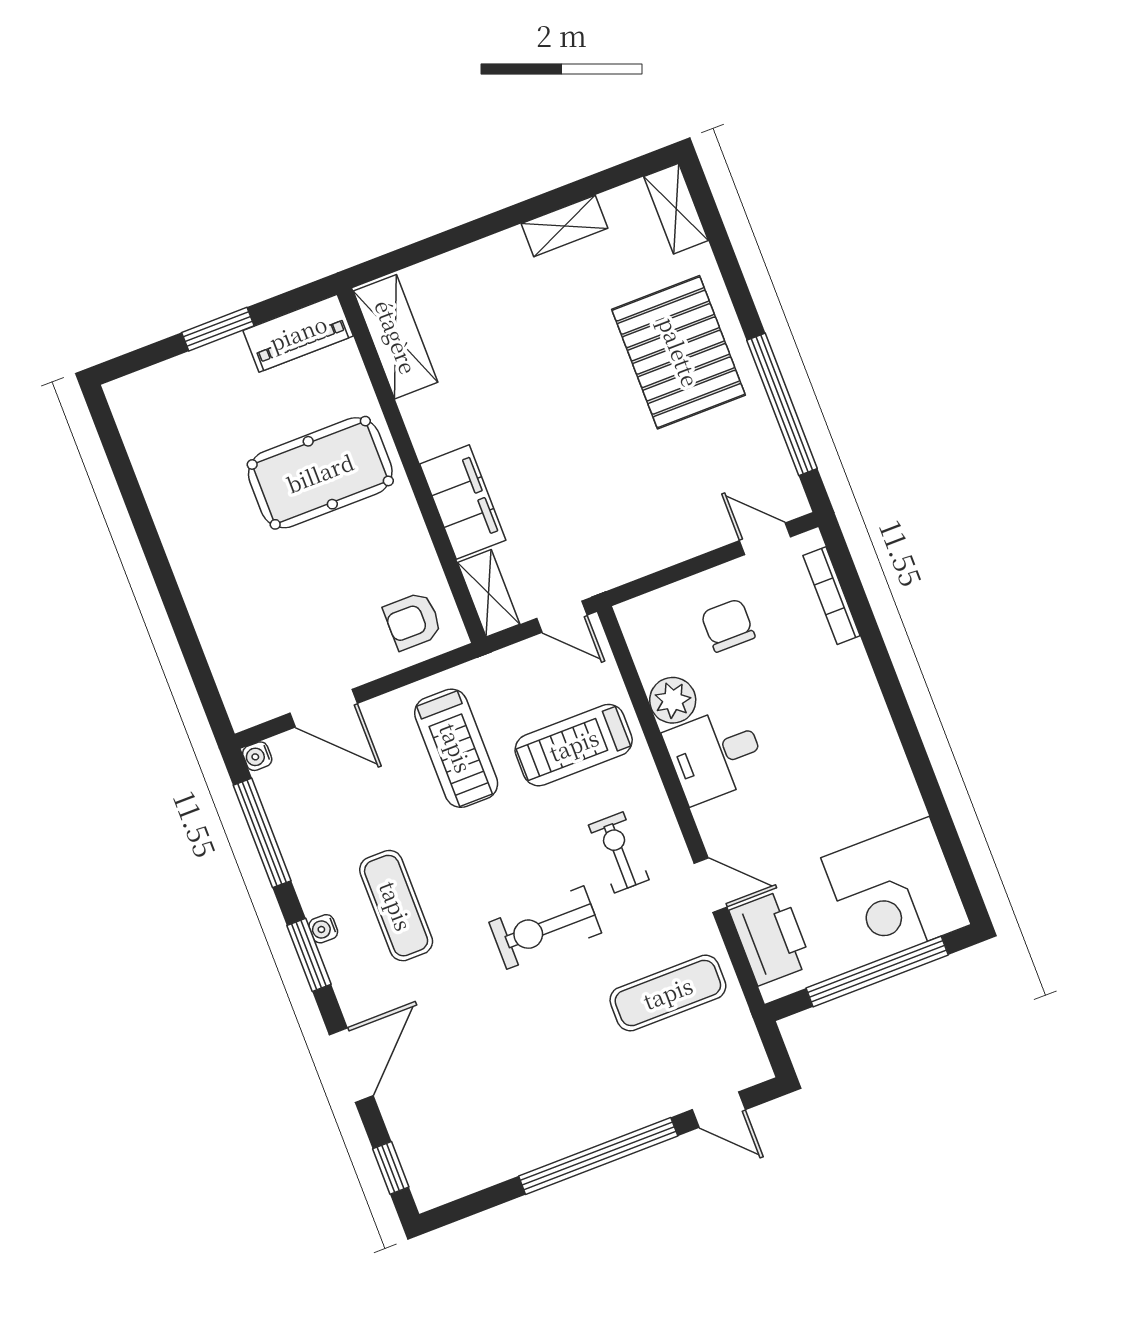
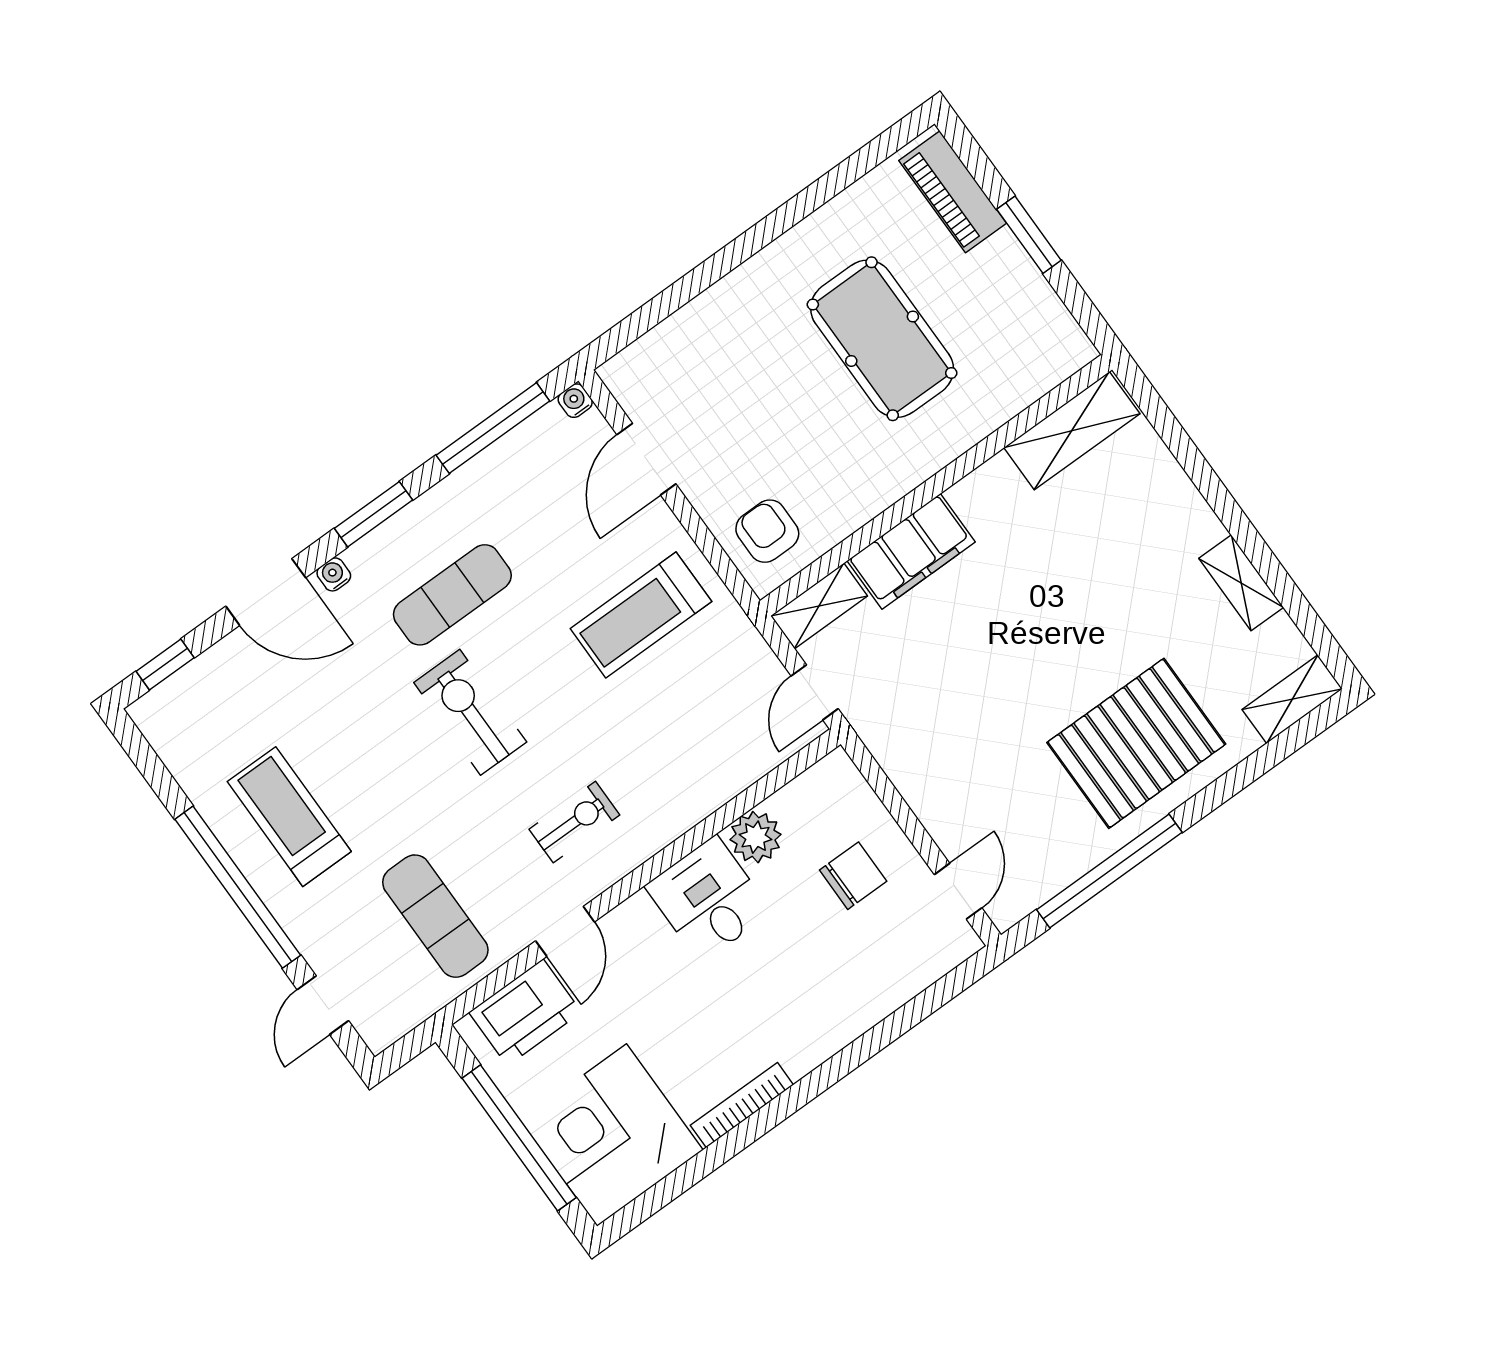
piano: (298, 333) -> (953, 192), moved
pool table: (320, 473) -> (882, 339), moved
bookcase: (832, 596) -> (742, 1105), moved
treadmill: (574, 745) -> (289, 817), moved
exercise bike: (545, 928) -> (470, 712), moved
water cooler: (323, 929) -> (334, 574), moved

